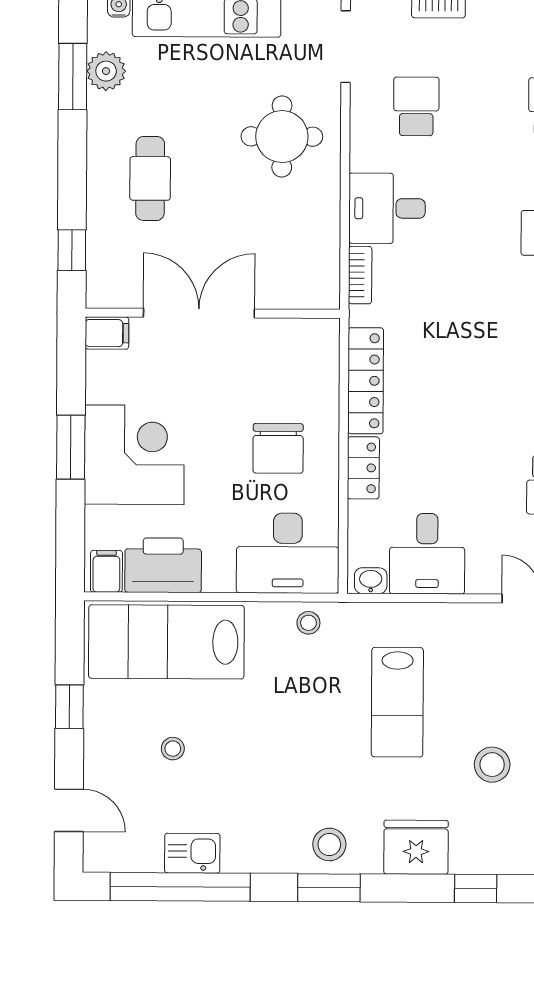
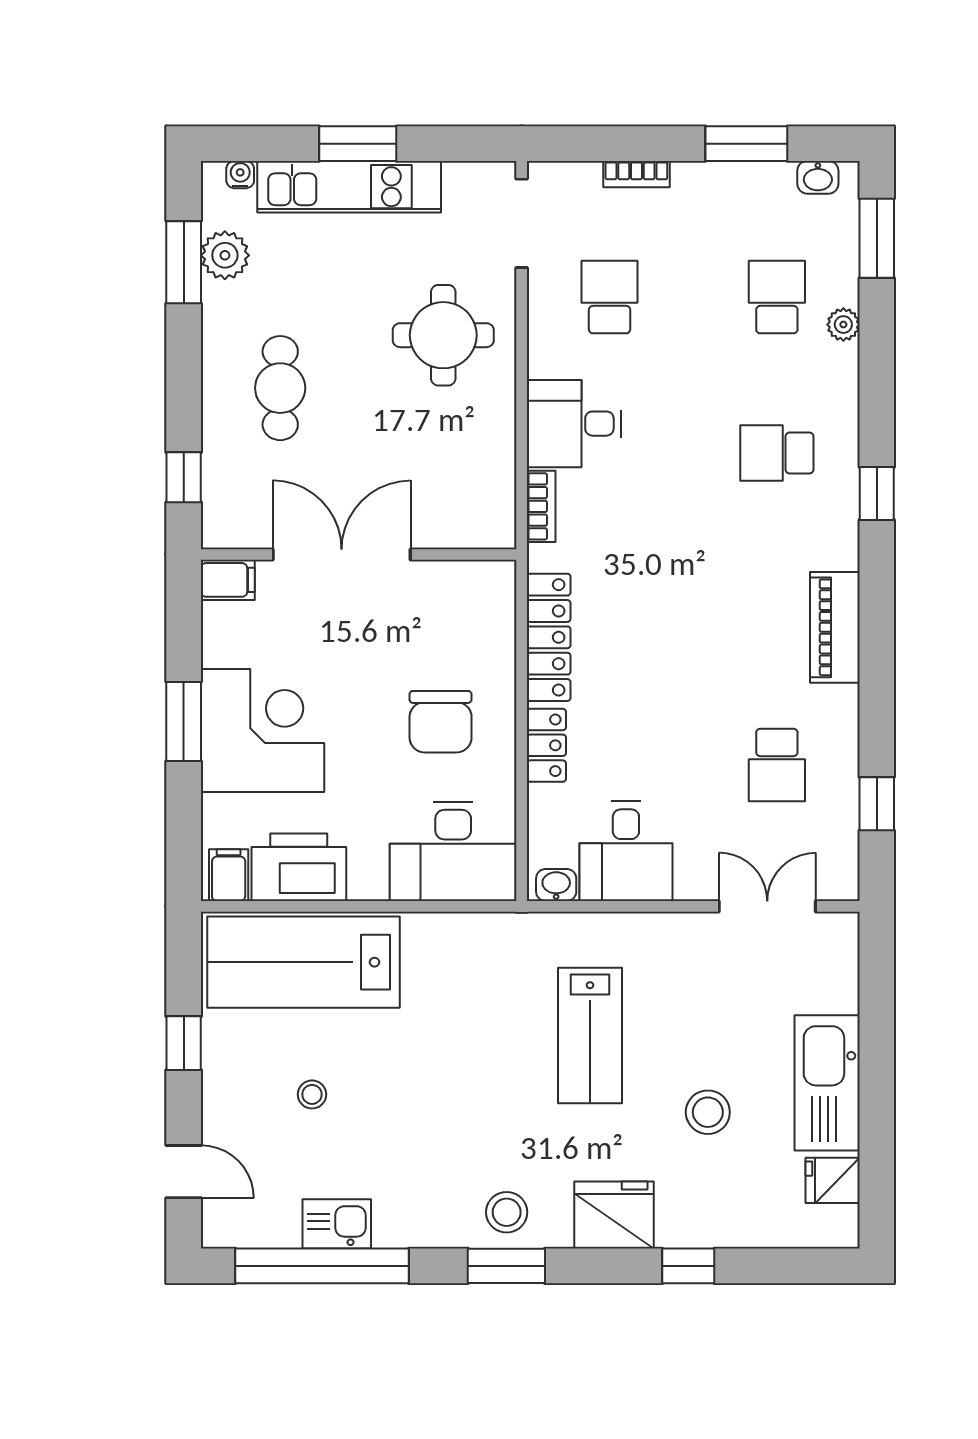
stool: (308, 623) -> (479, 938), removed

